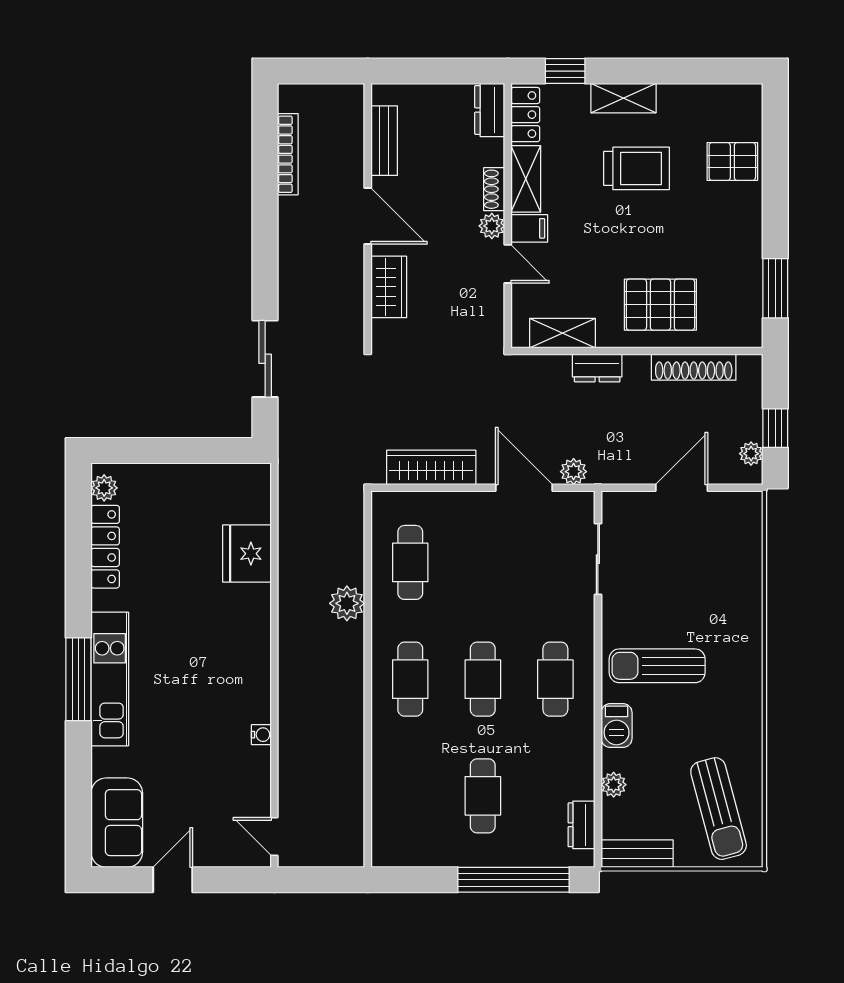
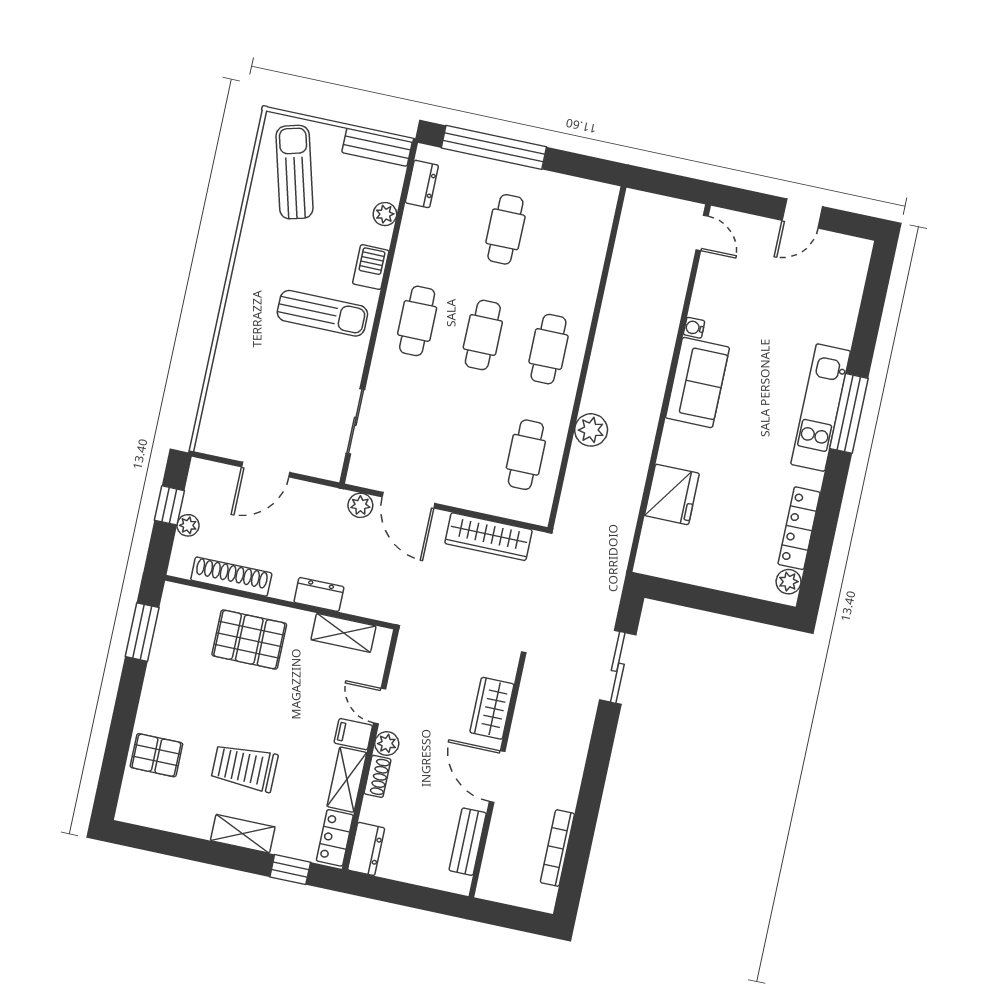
plant: (751, 454) -> (188, 525), moved
sofa: (117, 823) -> (697, 383), moved, turned 180

